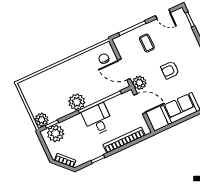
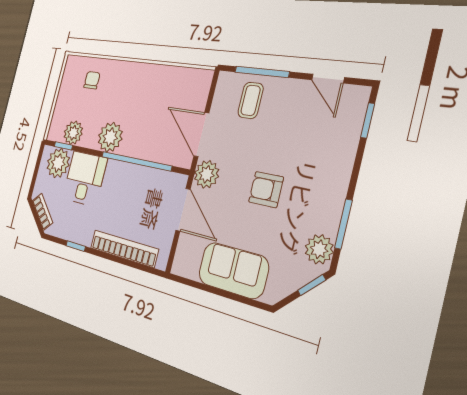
coffee table: (147, 43) -> (251, 100), moved
chair: (104, 59) -> (92, 80), moved
desk: (98, 119) -> (85, 178), moved
plant: (41, 120) -> (73, 133), moved

